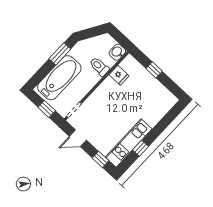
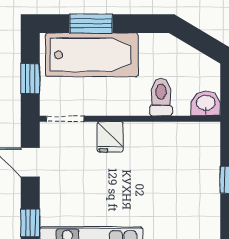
window: (60, 54) -> (91, 24), moved
fridge: (119, 75) -> (110, 137), moved

